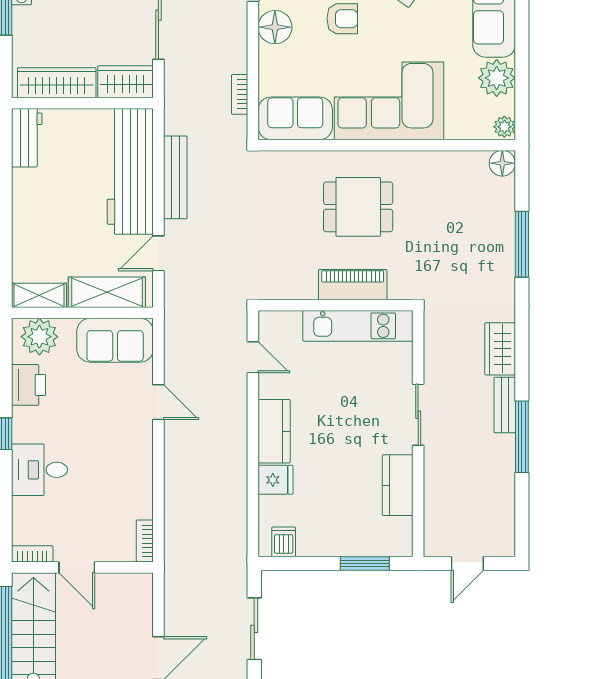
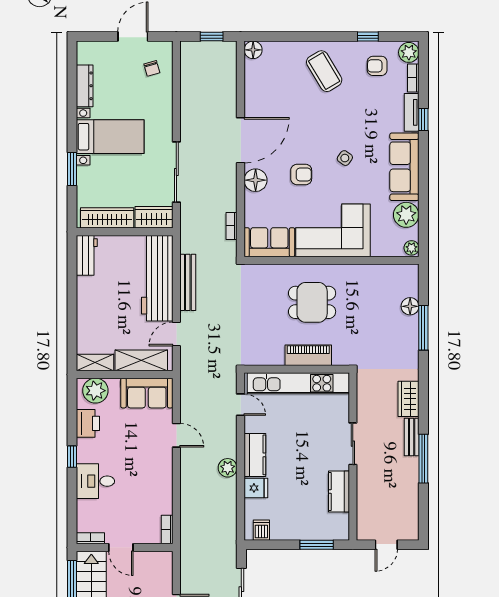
floor lamp: (502, 163) -> (410, 306), moved
kitchen unit: (358, 326) -> (298, 383), width x1.36
plant: (234, 450) -> (228, 468), added

